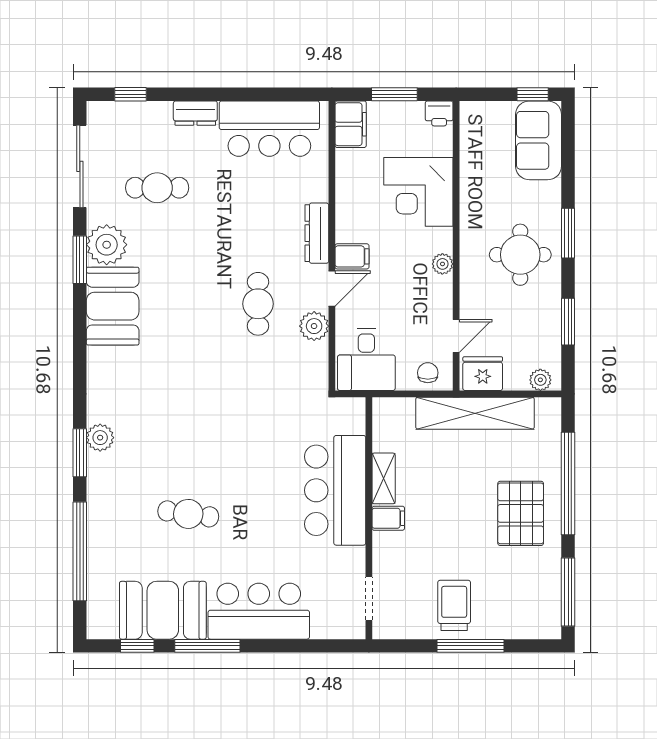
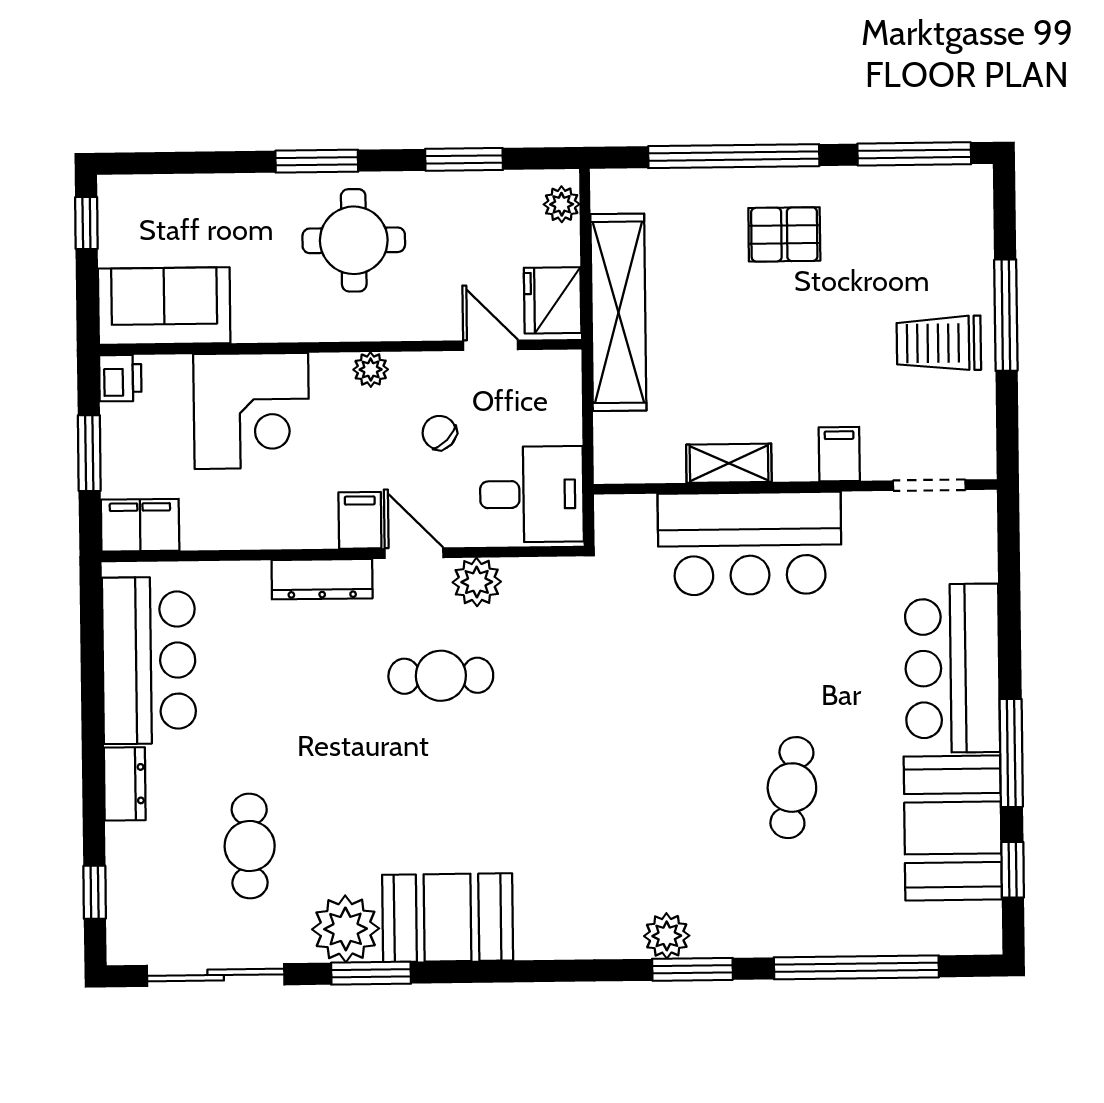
sofa: (539, 140) -> (164, 306), moved, turned 180
chair: (428, 373) -> (439, 433), moved, turned 44
pallet: (521, 513) -> (784, 234), width x0.67, depth x0.71
filing cabinet: (388, 518) -> (839, 454), moved

